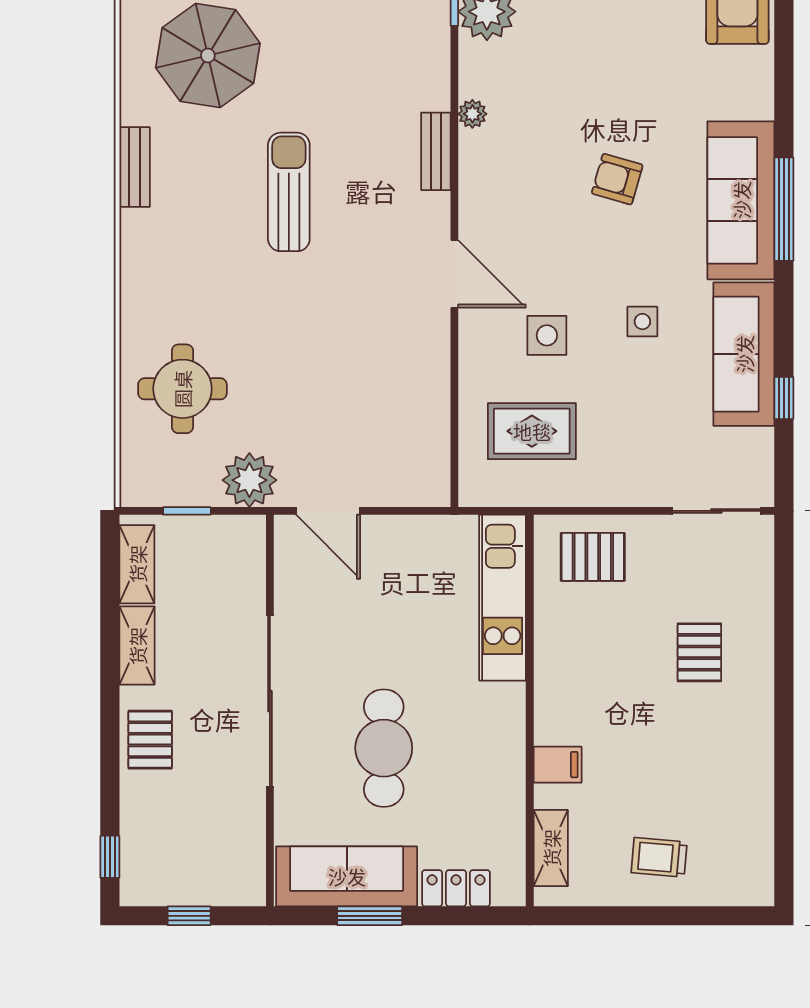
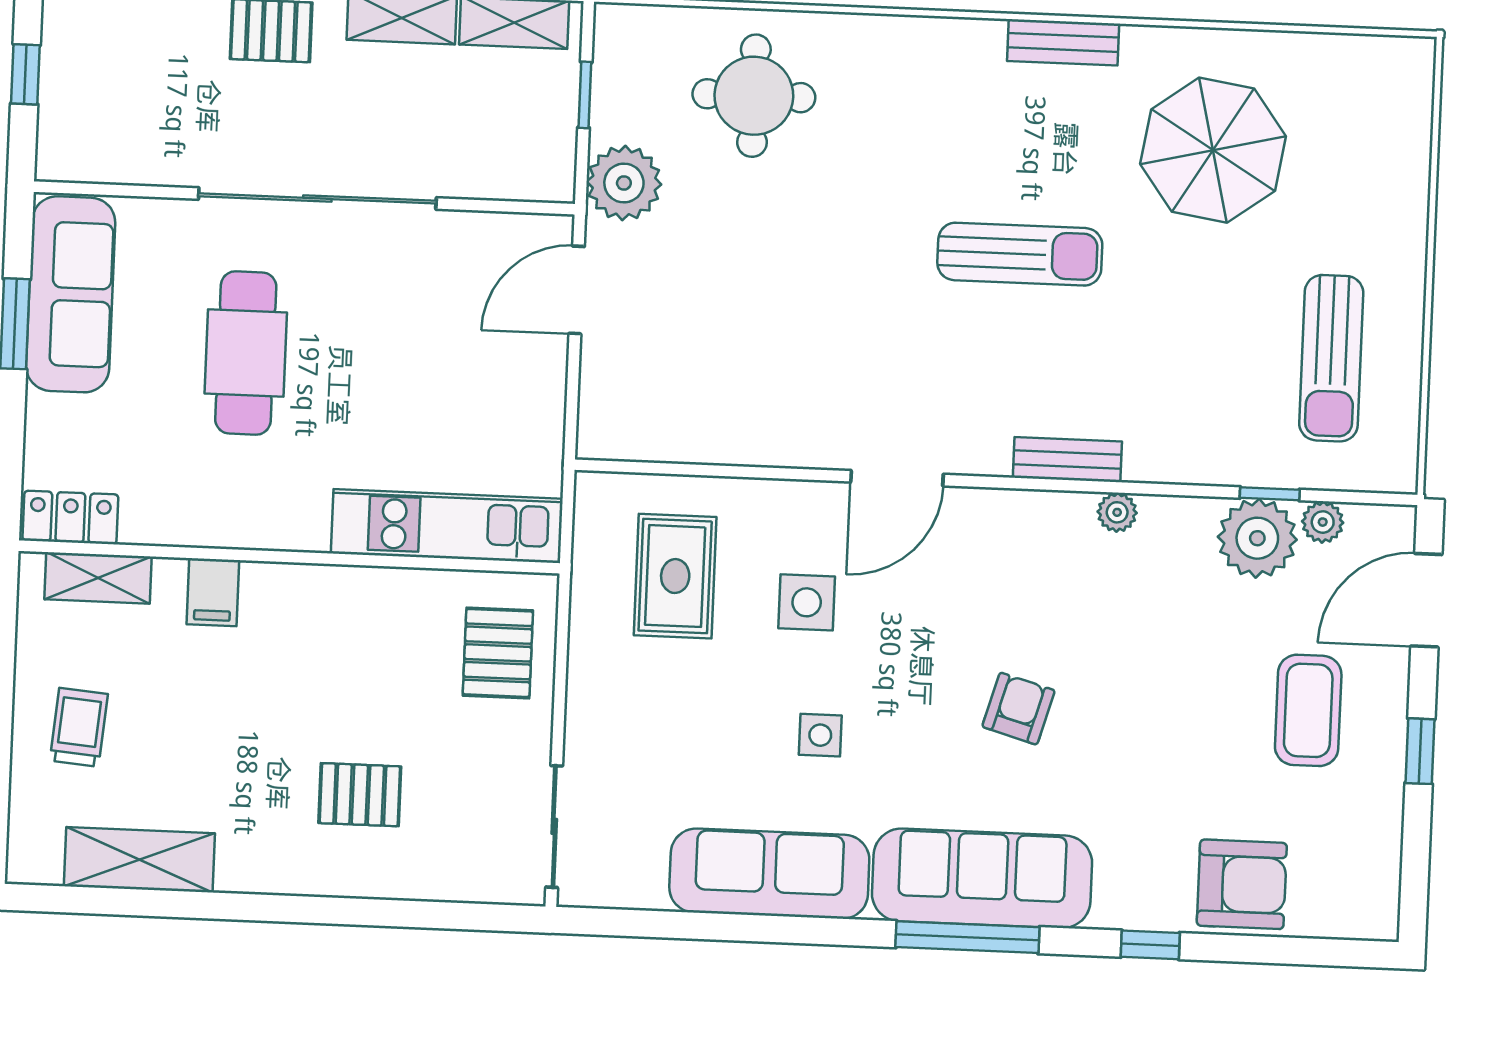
window: (784, 398) -> (1150, 945), moved
cafe table: (384, 748) -> (246, 353), turned 90
shelving: (753, 810) -> (139, 860), added
locker: (456, 888) -> (70, 517), moved, turned -90

